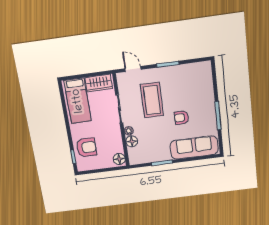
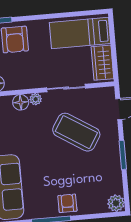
plant: (205, 68) -> (116, 203), added
coffee table: (152, 100) -> (76, 132), turned 32
armchair: (181, 118) -> (67, 203), moved

